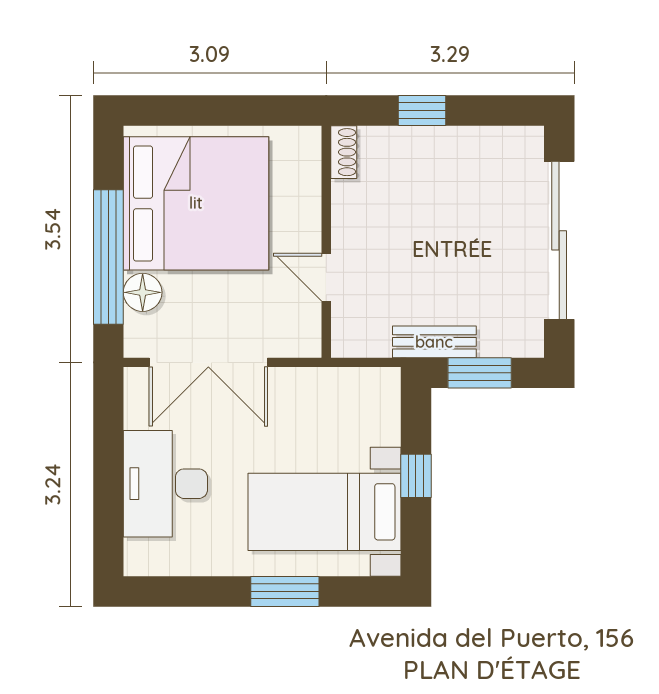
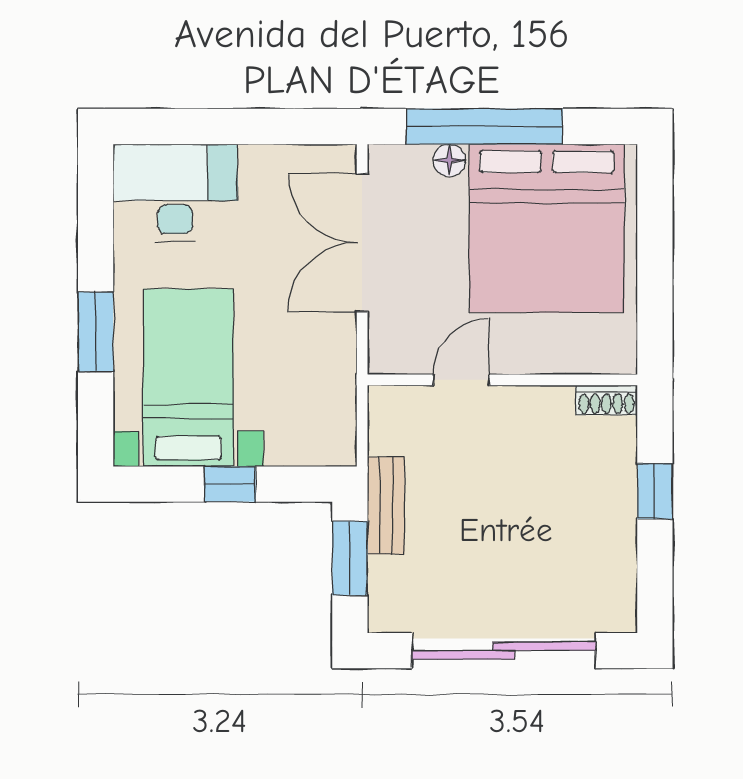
floor lamp: (143, 292) -> (449, 160), width x0.73, depth x0.73
desk: (165, 484) -> (175, 193), moved

